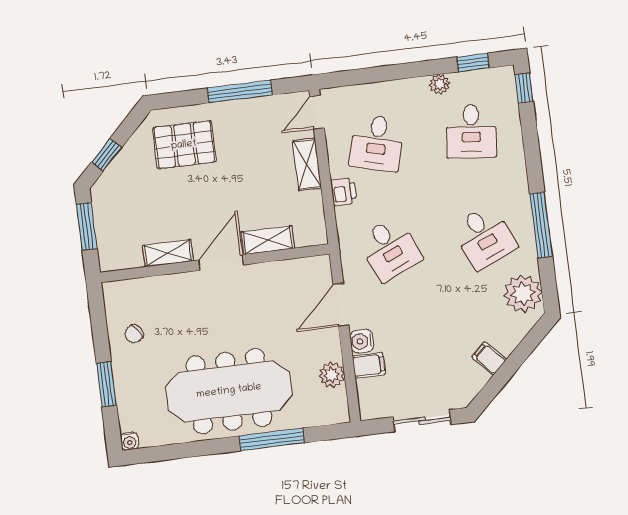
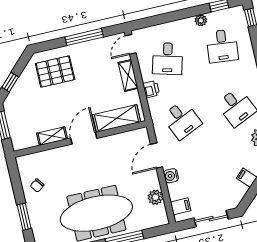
shelving: (268, 240) -> (117, 118), width x1.50, depth x1.33
filing cabinet: (369, 365) -> (181, 206), moved

